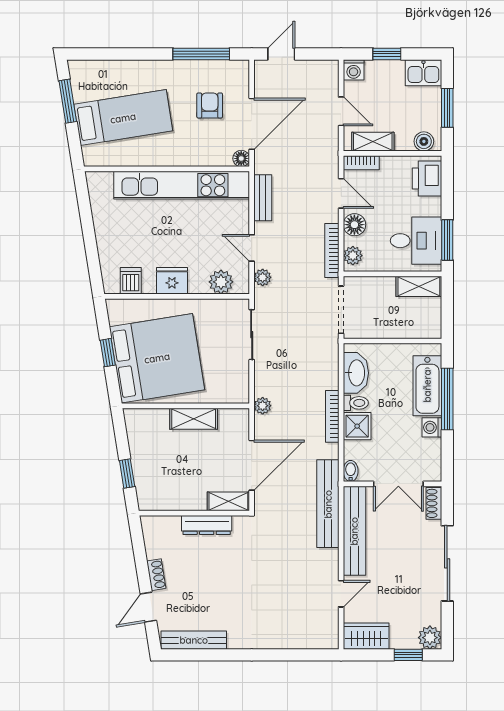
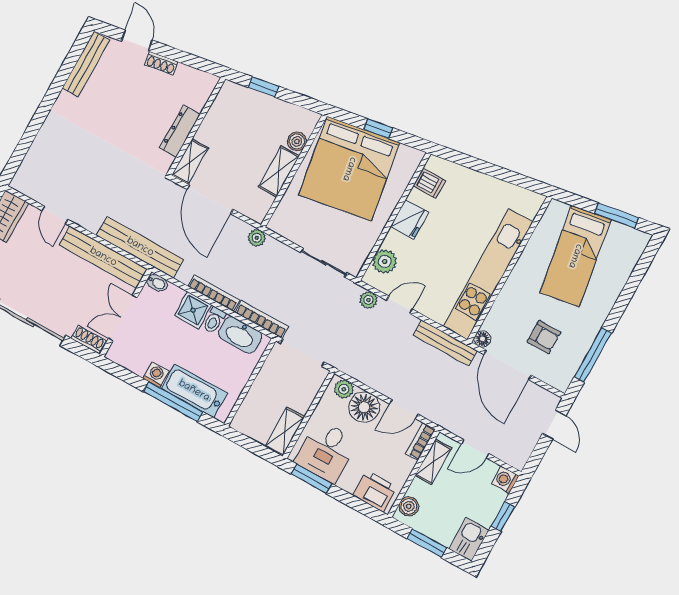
bench: (263, 198) -> (445, 343), width x1.36
floor lamp: (354, 225) -> (364, 407), width x1.38, depth x1.38
bookcase: (332, 251) -> (262, 320), moved
boiler: (159, 417) -> (297, 141), added

